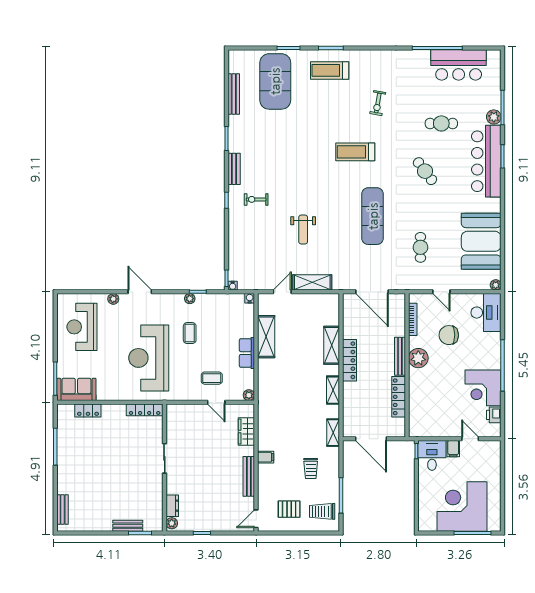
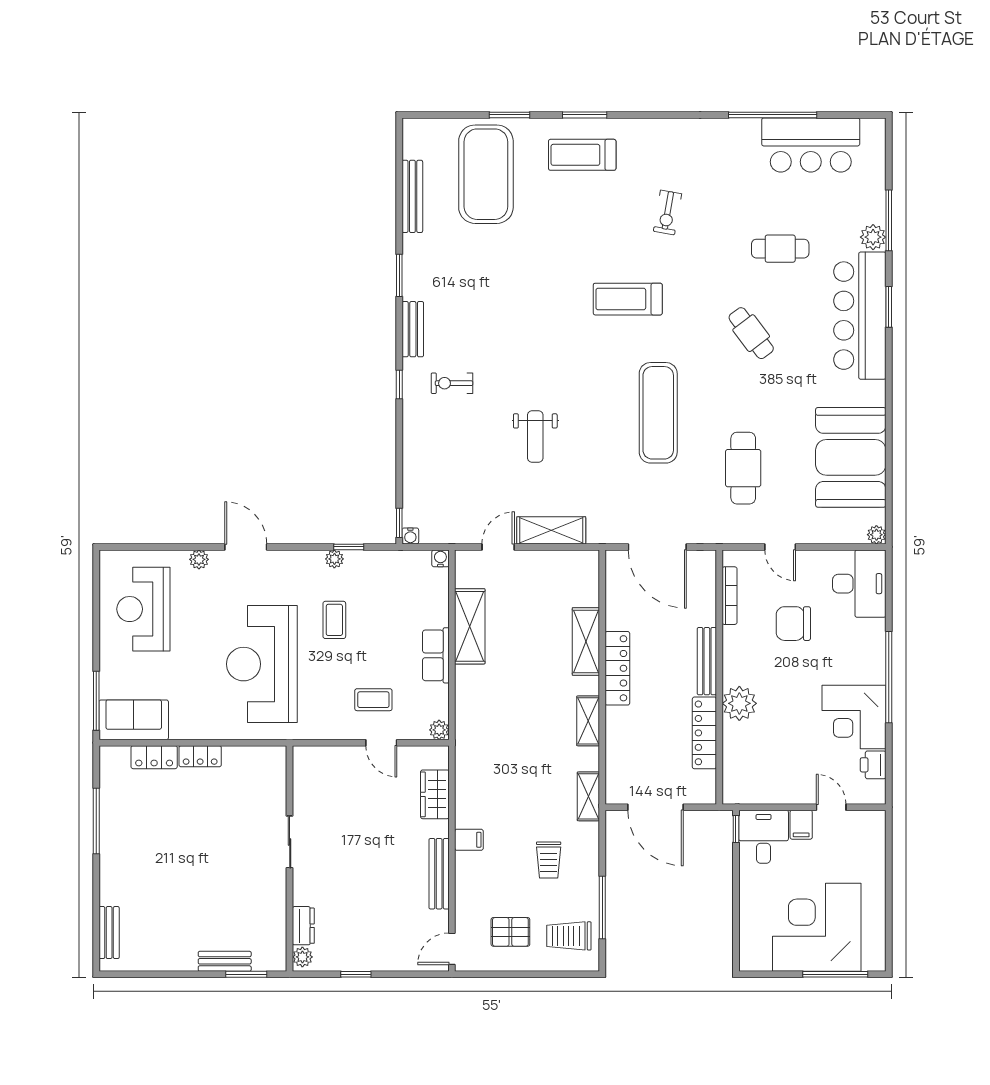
cafe table: (420, 247) -> (743, 468), width x1.37, depth x1.35
plant: (418, 358) -> (739, 703), moved
locker: (145, 410) -> (200, 756), moved, width x0.66

